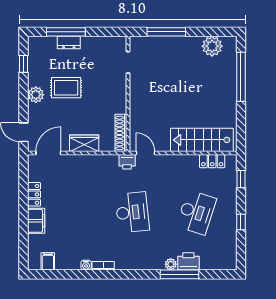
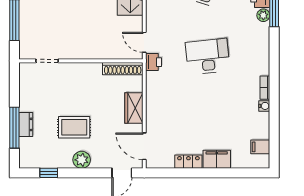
rug: (66, 88) -> (74, 127), turned 90
door: (145, 153) -> (144, 42), hinge flipped

